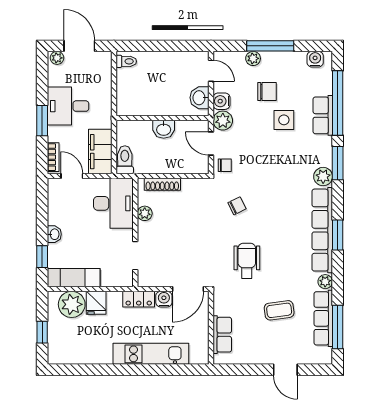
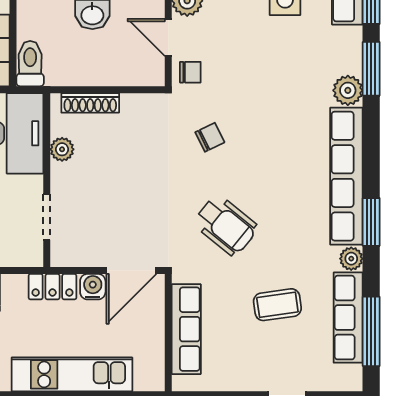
window: (338, 235) -> (371, 222), moved
wheelchair: (247, 261) -> (226, 225), turned 129
row of seats: (222, 335) -> (186, 329), width x1.48

